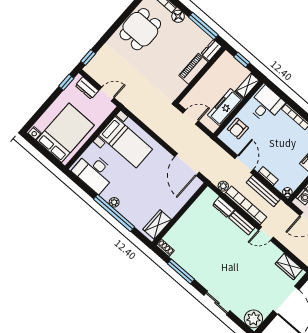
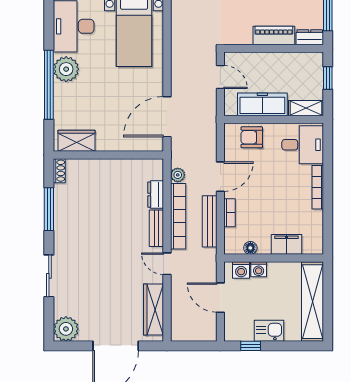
floor lamp: (287, 192) -> (250, 248), moved
plant: (114, 202) -> (66, 69), width x1.88, depth x1.88
wardrobe: (289, 266) -> (154, 309), width x1.50

